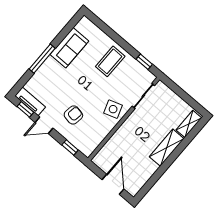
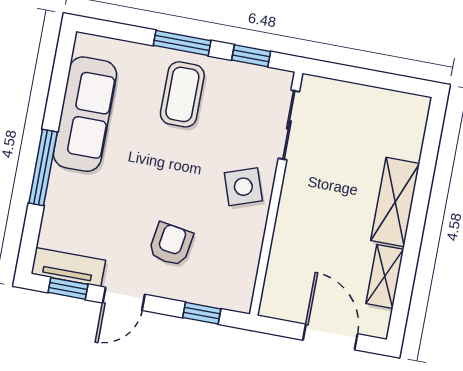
window: (121, 42) -> (182, 43), added
sofa: (69, 48) -> (85, 114), width x1.36
shelving: (189, 124) -> (385, 276), moved

